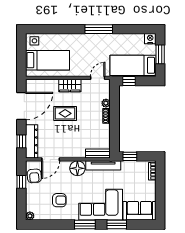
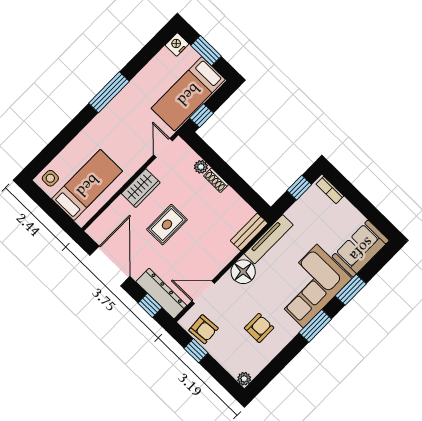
window: (130, 156) -> (299, 188), moved
door: (51, 159) -> (203, 292), swing flipped

